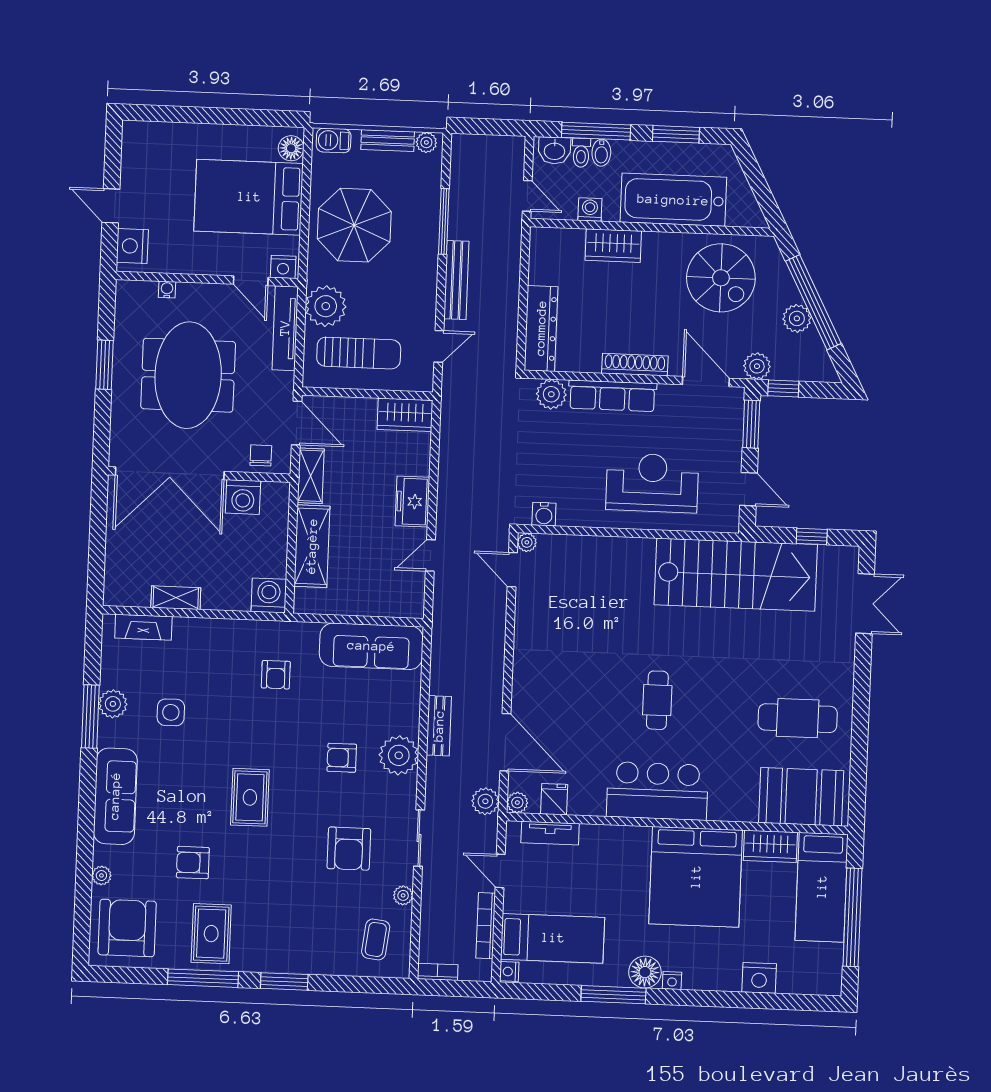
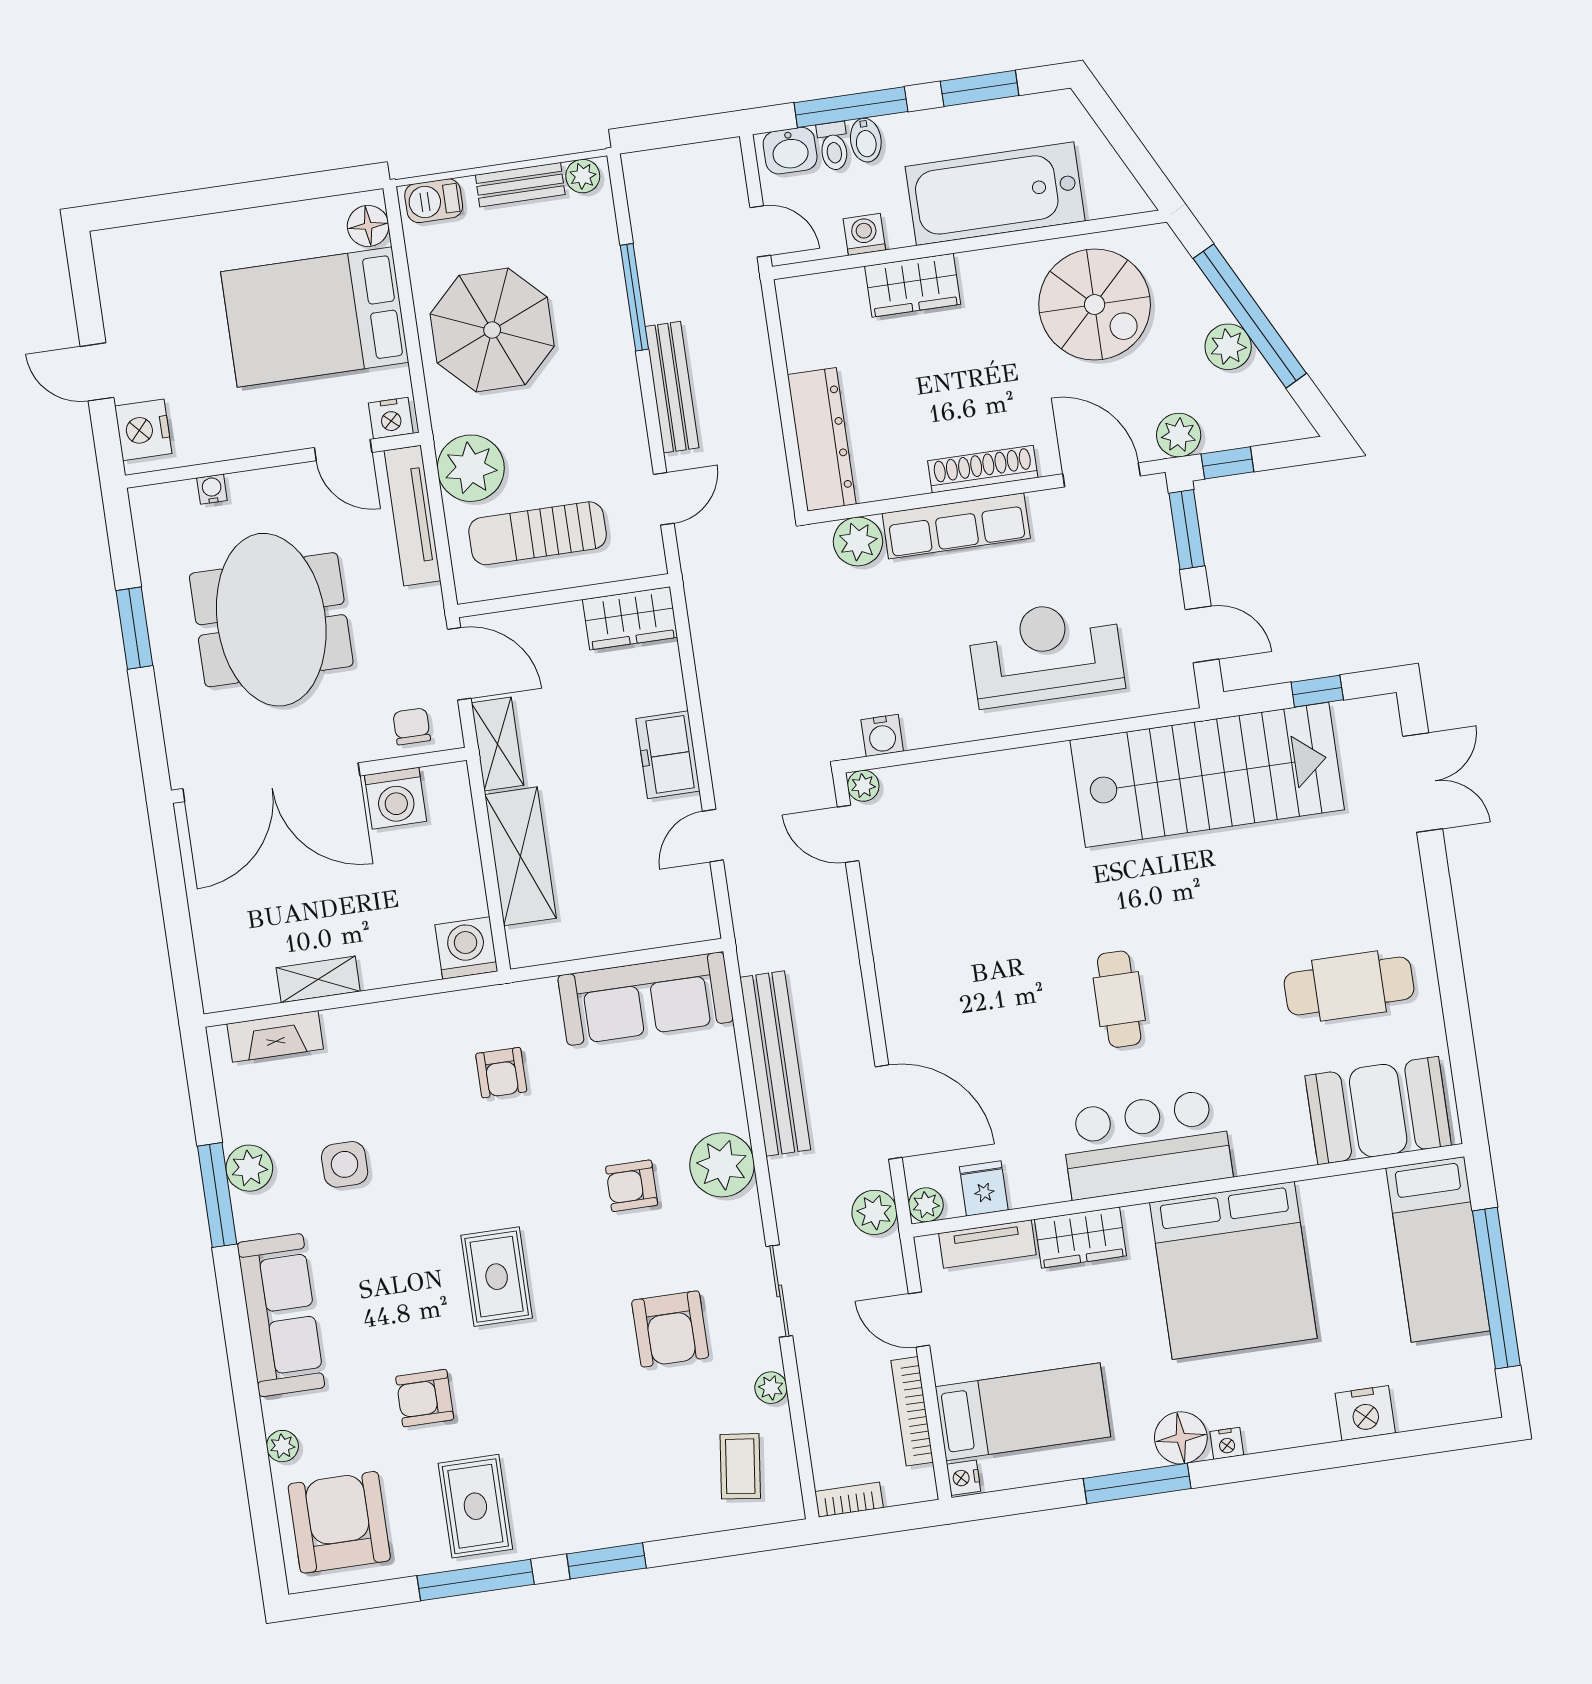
sun lounger: (359, 353) -> (538, 533), turned 180
bench: (439, 726) -> (775, 1063), width x1.86, depth x1.21
wardrobe: (770, 846) -> (1080, 1238), moved

